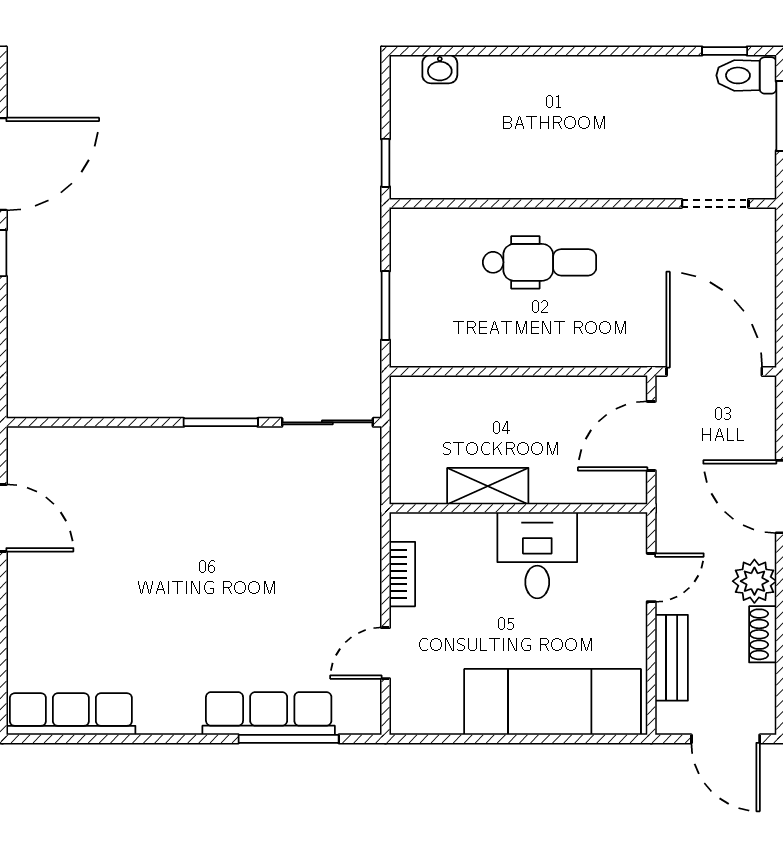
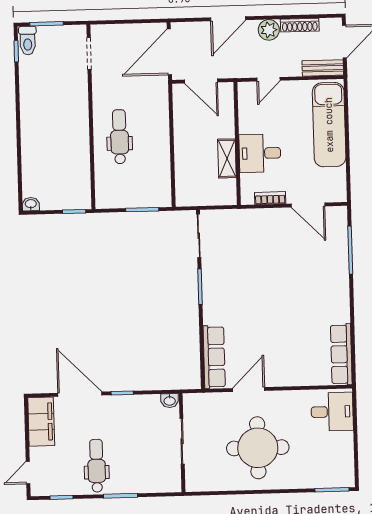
washbasin: (440, 69) -> (31, 204), moved, turned -90
desk: (537, 555) -> (260, 153), moved
door: (651, 578) -> (268, 79), swing flipped
shoe rack: (763, 634) -> (300, 25), width x1.43
door: (385, 653) -> (308, 205), width x1.38
bench: (672, 658) -> (323, 68), moved
row of seats: (269, 714) -> (214, 357), moved, turned 180

